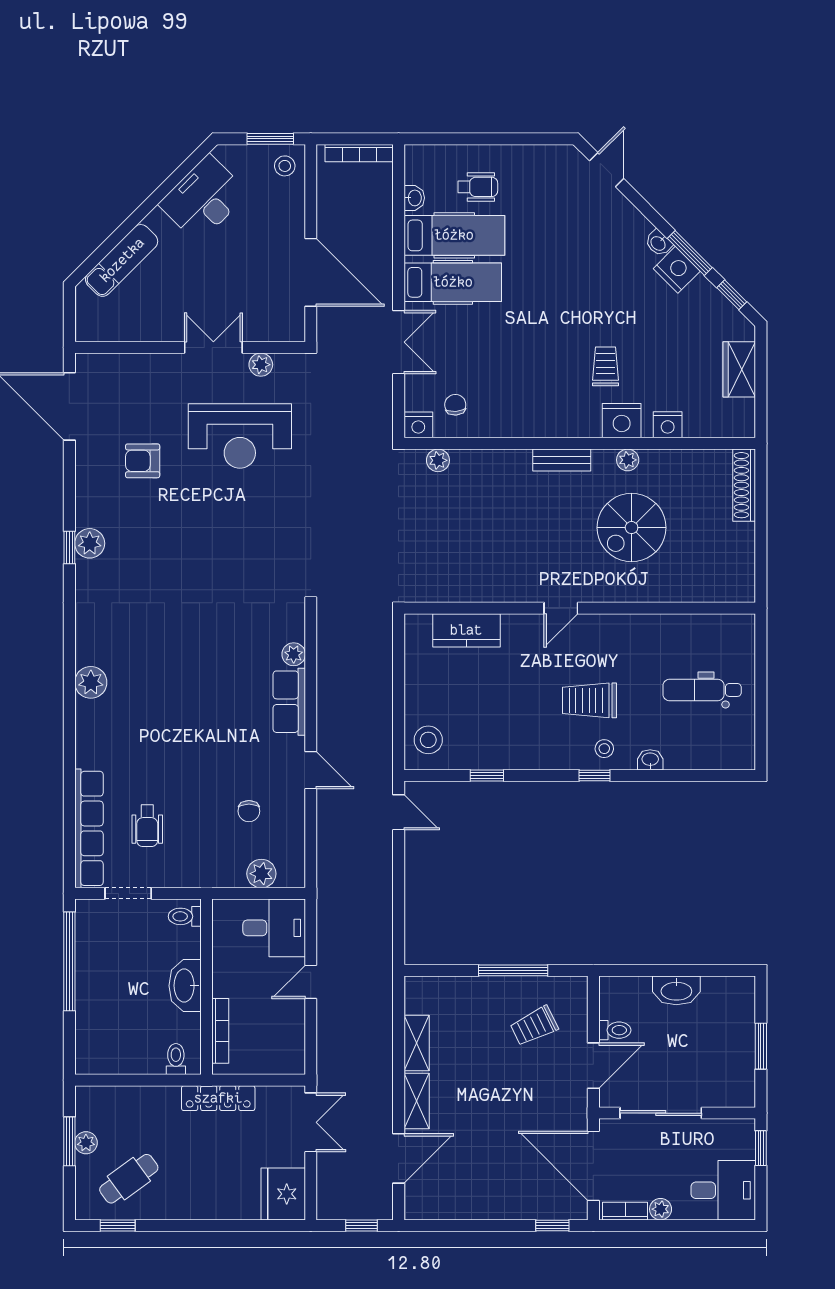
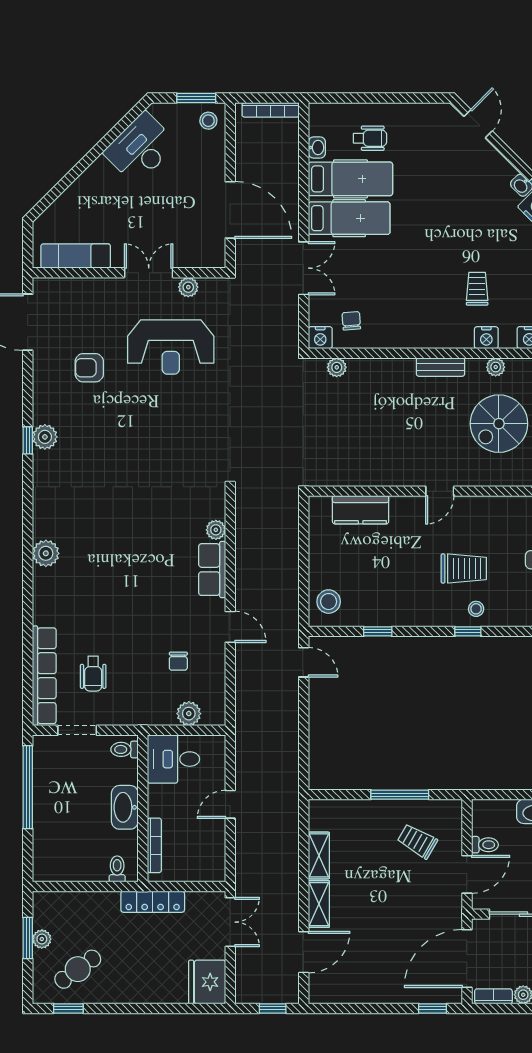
exam couch: (122, 260) -> (76, 256), moved, turned -135
nightstand: (622, 421) -> (486, 338), width x0.74, depth x0.75
trolley: (590, 700) -> (464, 568), turned 180
washbasin: (650, 760) -> (515, 618), removed
desk: (274, 928) -> (173, 759), moved, turned 180
trolley: (534, 1026) -> (417, 841), turned 56
door: (593, 1166) -> (467, 958), hinge flipped

